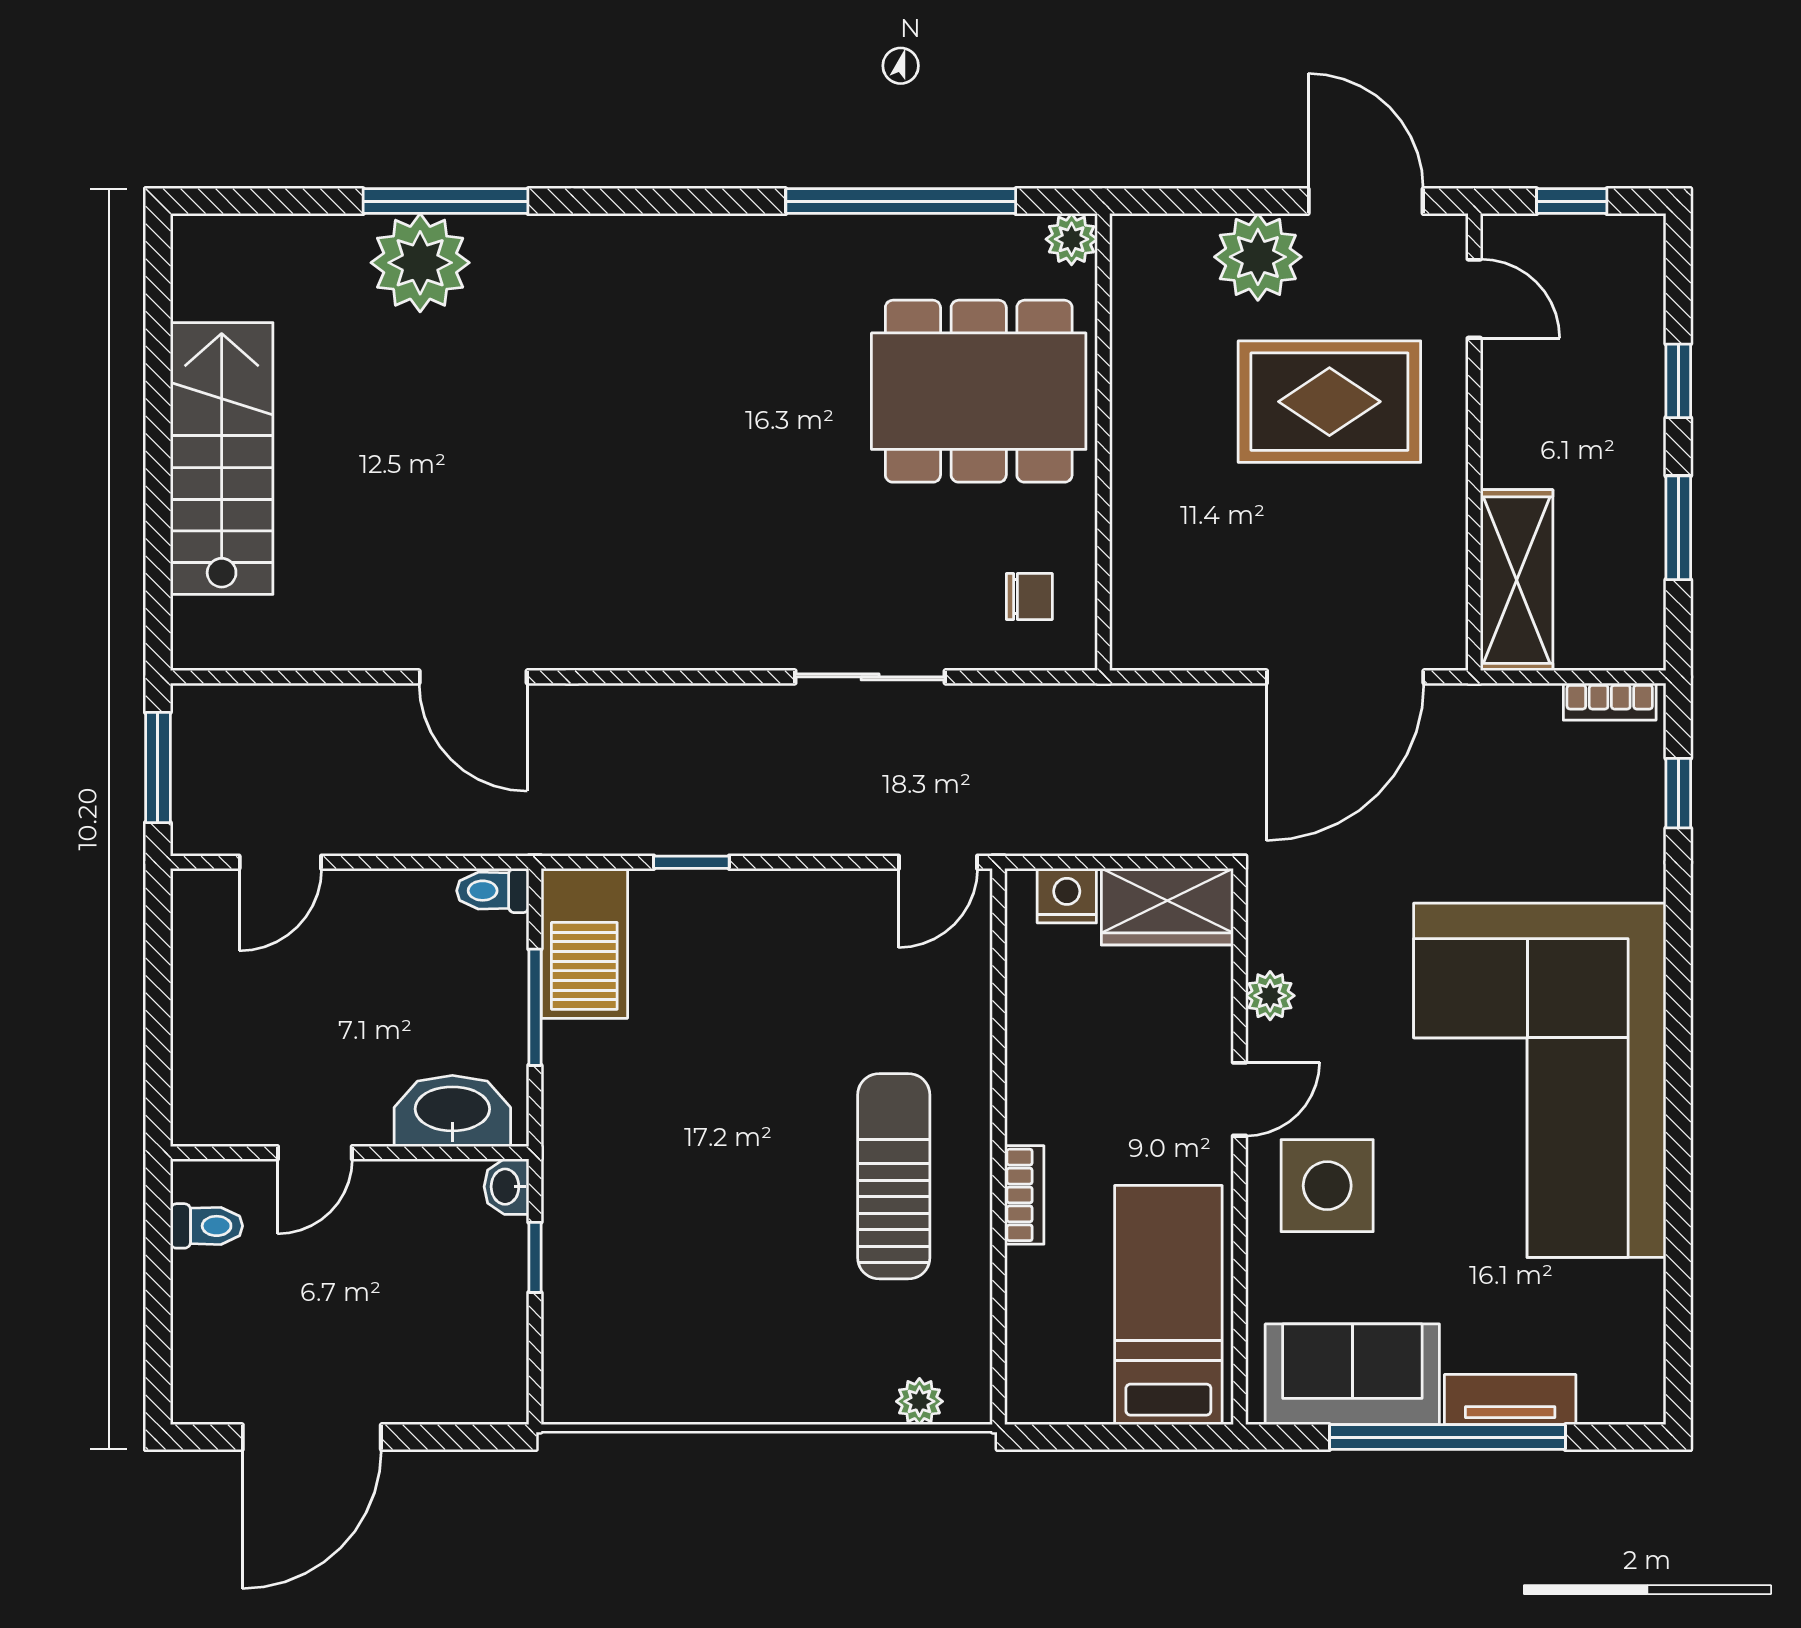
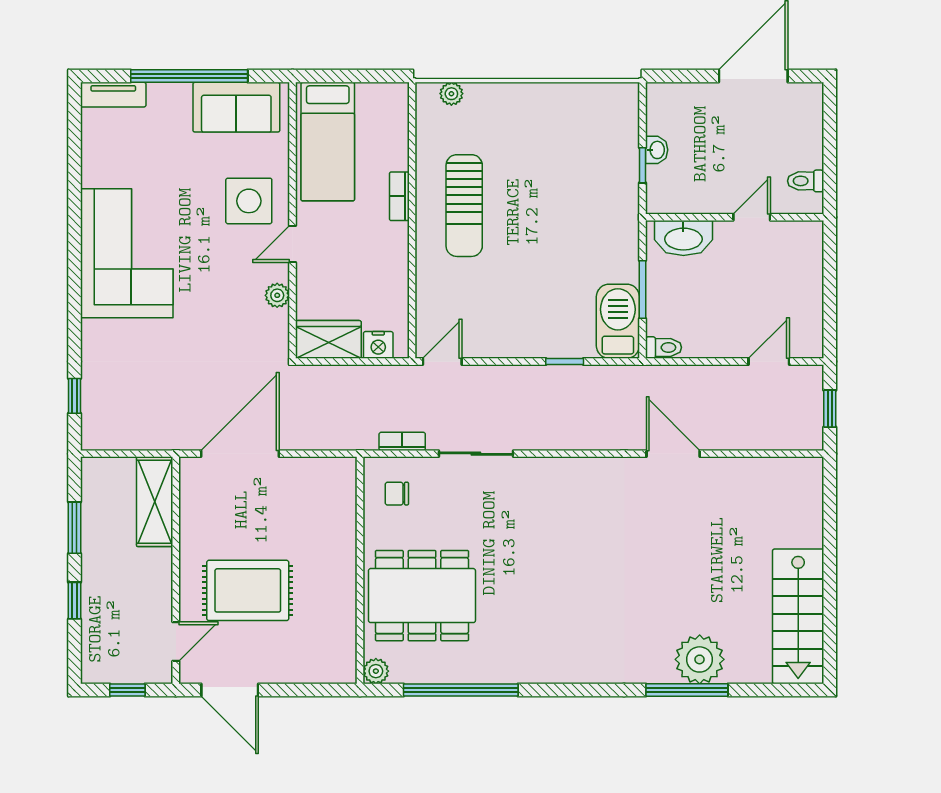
plant: (1258, 257) -> (283, 662), removed
door: (1474, 299) -> (176, 642), swing flipped
stairs: (222, 458) -> (798, 616), moved
bookcase: (1610, 702) -> (402, 441), moved
window: (158, 768) -> (830, 409), width x0.67
corner sofa: (1540, 1080) -> (127, 253), width x0.73, depth x0.74
washbasin: (506, 1187) -> (657, 150), moved
tv unit: (1510, 1400) -> (113, 95), moved

